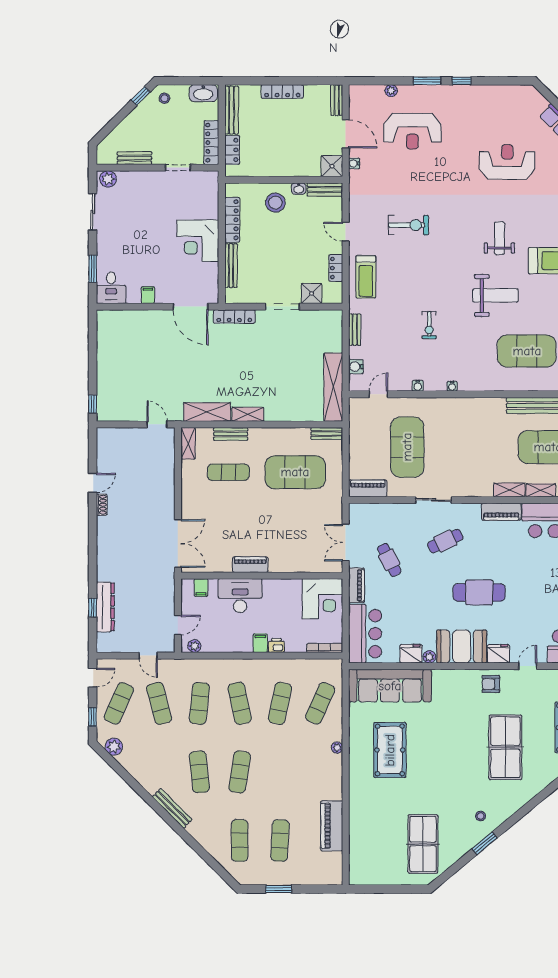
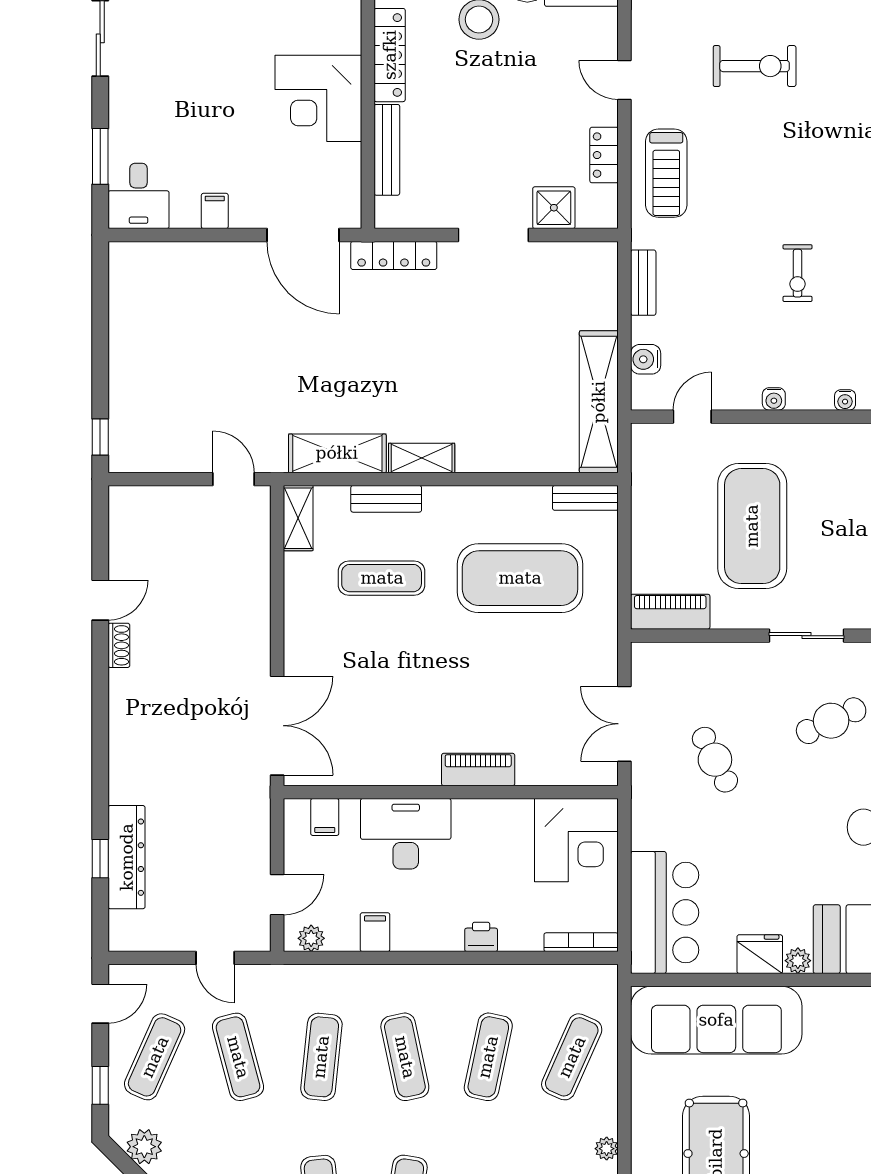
piano: (250, 565) -> (478, 770), moved
piano: (357, 585) -> (647, 812), removed
filing cabinet: (260, 643) -> (375, 932), moved

